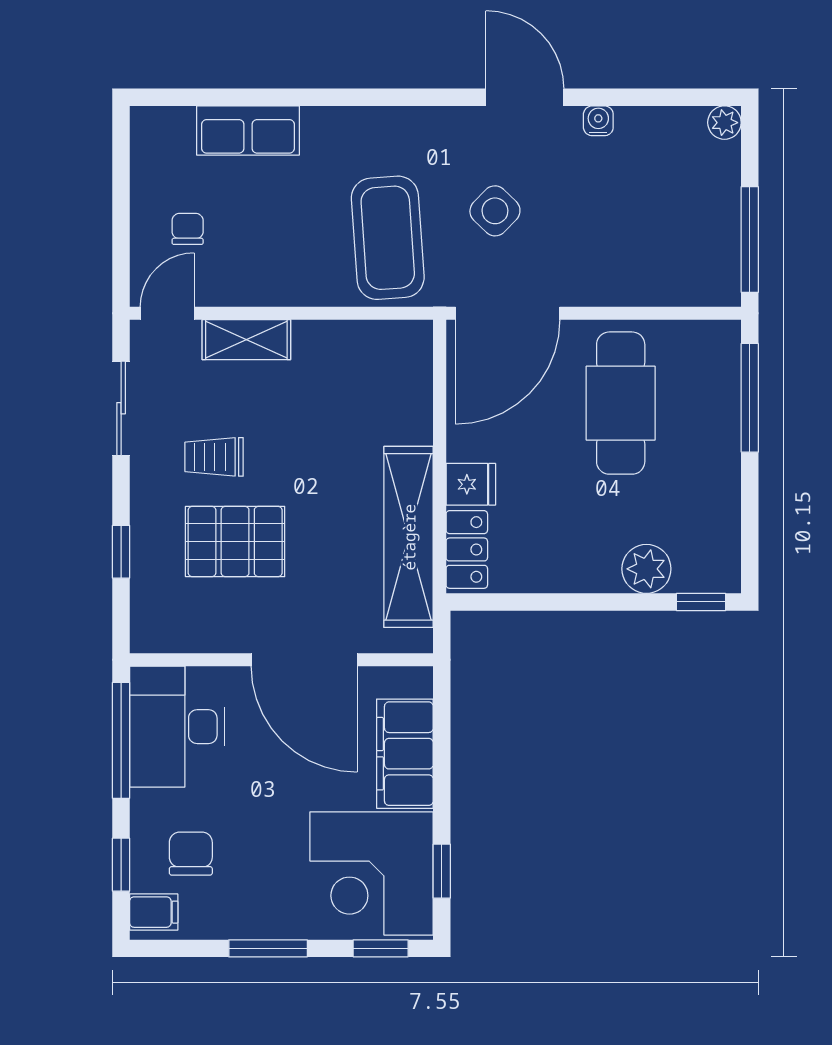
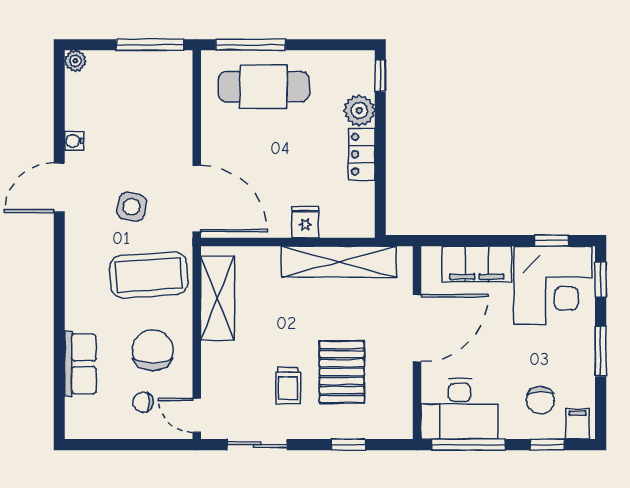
side table: (495, 211) -> (132, 207), turned -31
chair: (269, 244) -> (153, 350), added
shelving: (246, 340) -> (218, 298), moved, width x1.50, depth x1.33
cafe table: (621, 403) -> (264, 87), moved
locker: (467, 549) -> (362, 154), moved, turned -90
chair: (191, 854) -> (540, 400), turned -90

